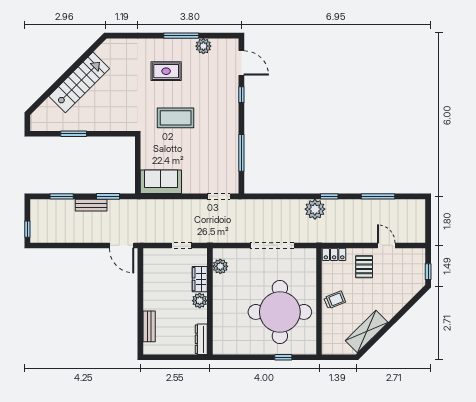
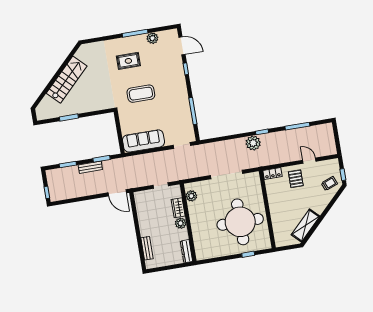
sofa: (161, 182) -> (143, 141), width x1.36
trolley: (335, 300) -> (329, 183), moved

